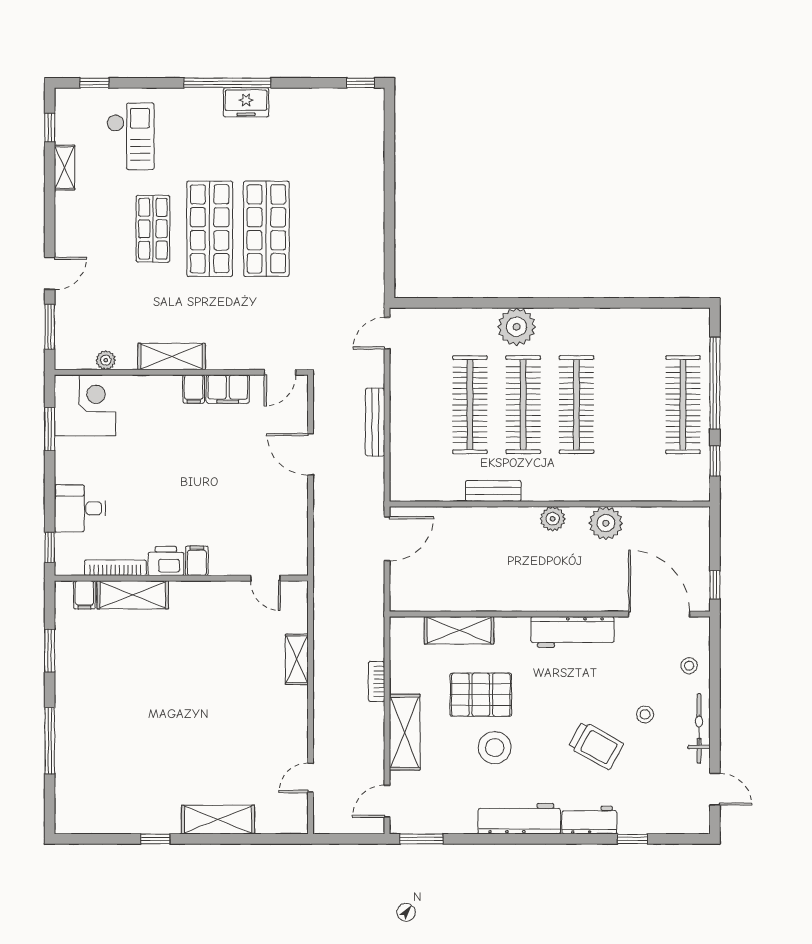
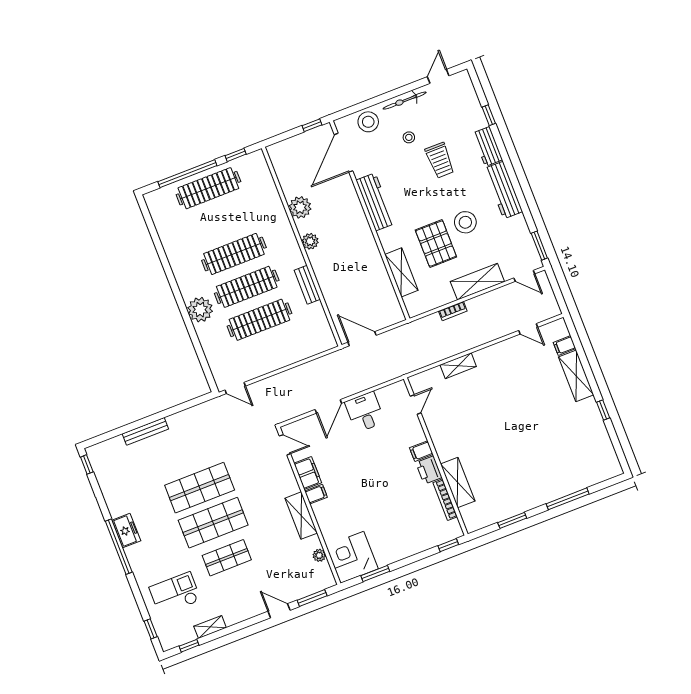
bench: (375, 422) -> (145, 431), moved
desk: (80, 508) -> (365, 412), moved, turned 180
filing cabinet: (84, 595) -> (565, 346), moved, turned 180
stool: (689, 666) -> (368, 122), width x1.89, depth x1.89
trolley: (596, 745) -> (440, 160), turned 151

